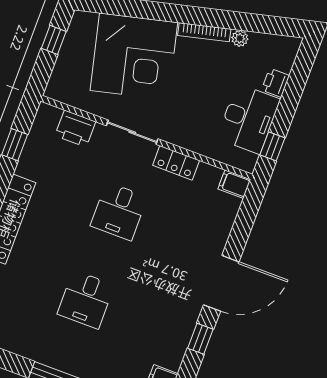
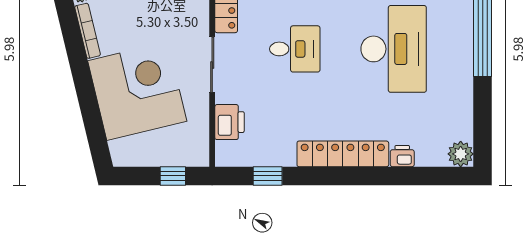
window: (54, 40) -> (173, 176), moved
desk: (86, 300) -> (394, 49), width x1.87, depth x1.30

